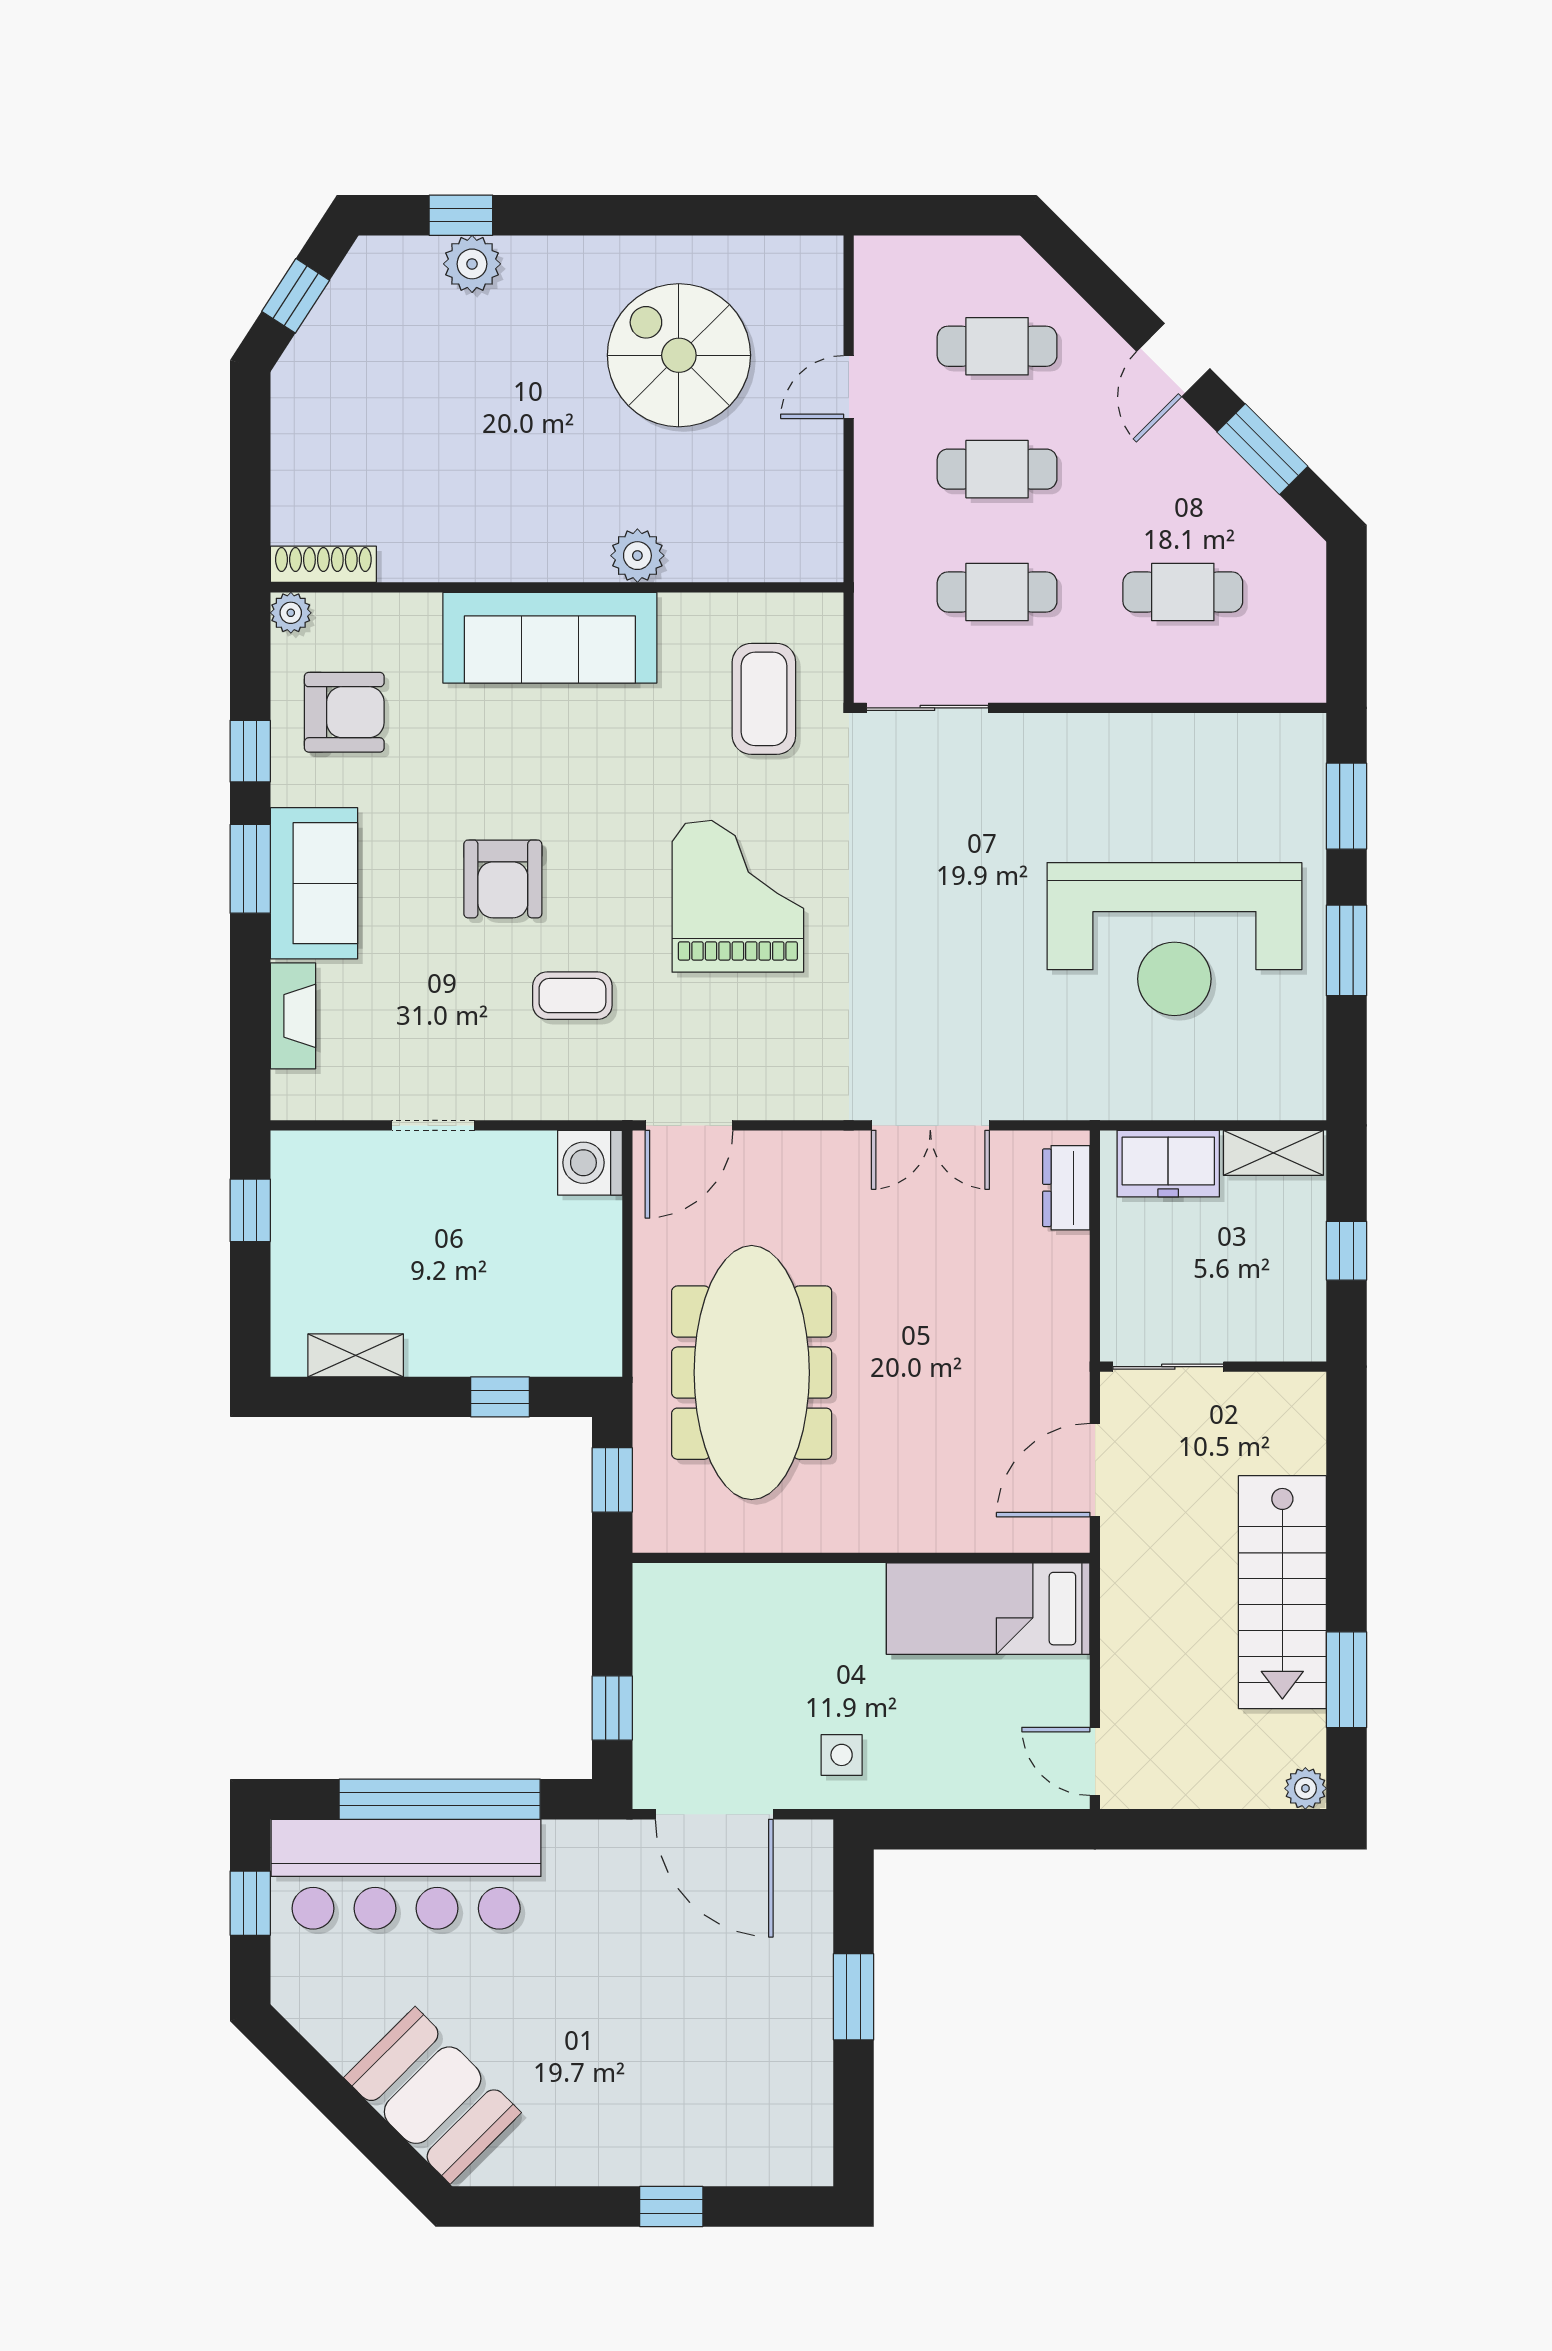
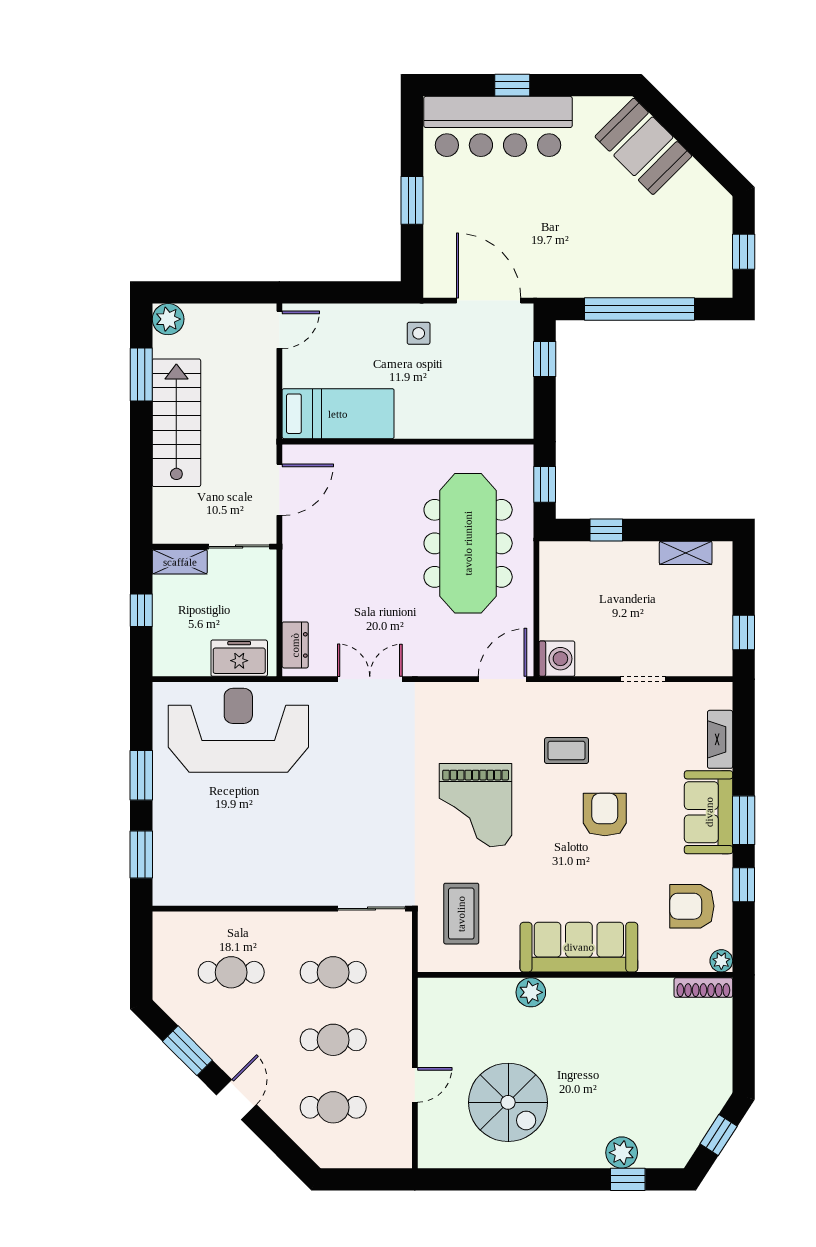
reception desk: (1174, 939) -> (238, 730), moved
shelving: (1273, 1153) -> (180, 562), moved
door: (1095, 1761) -> (279, 330), hinge flipped
plant: (1305, 1788) -> (168, 319), width x1.38, depth x1.38
bar counter: (406, 1874) -> (498, 126), moved, turned 180

